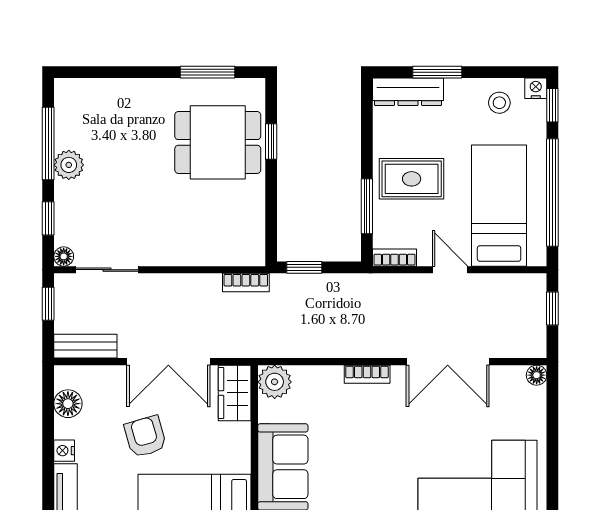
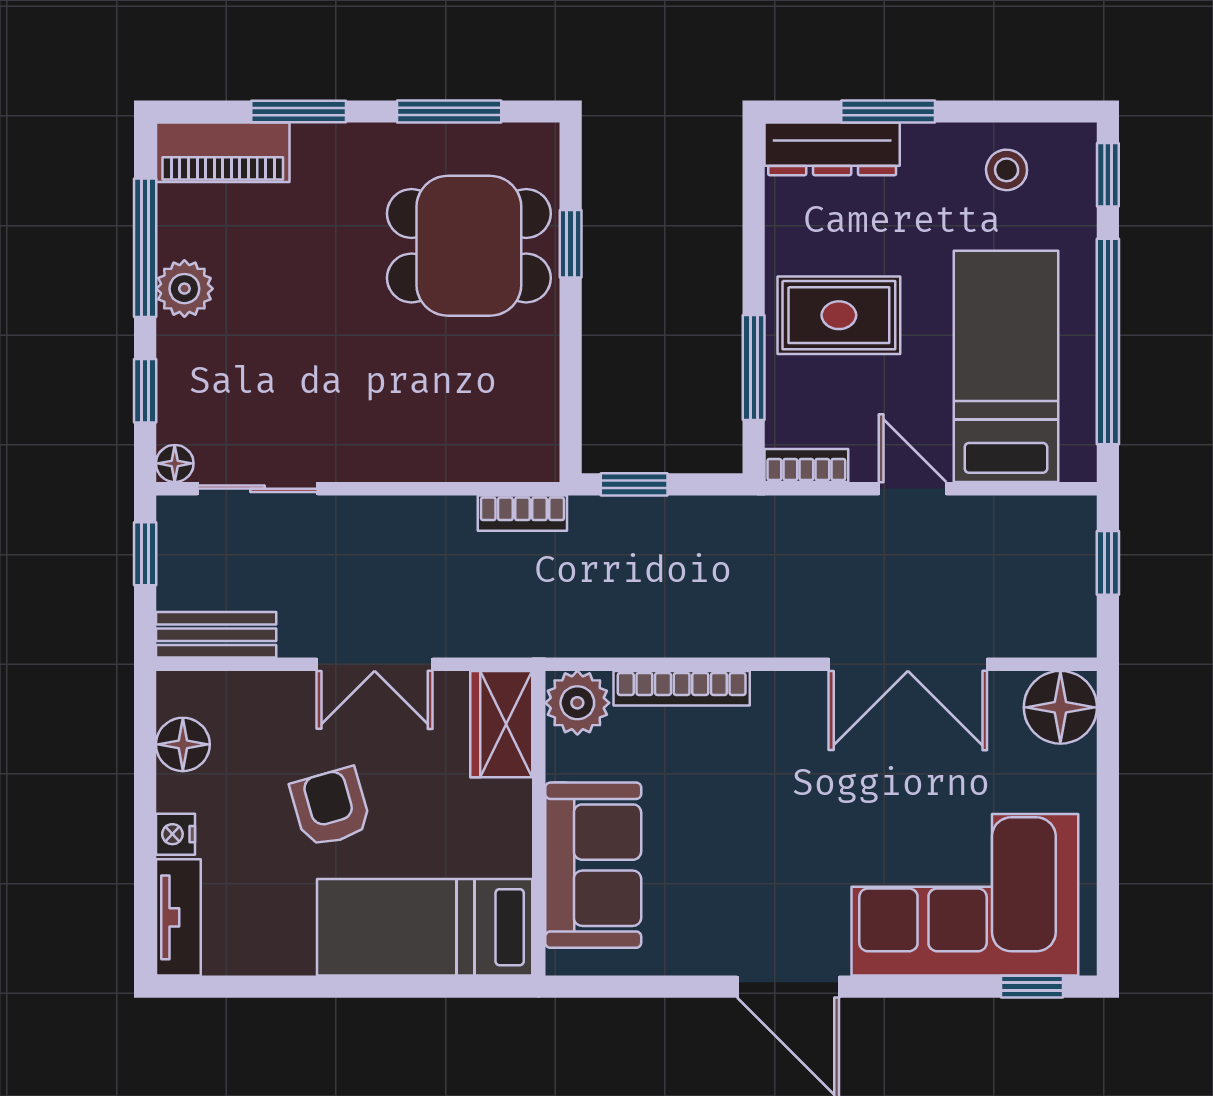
window: (129, 72) -> (299, 112), added
nightstand: (536, 88) -> (1076, 142), removed
piano: (89, 93) -> (223, 152), added
double door: (168, 362) -> (375, 664), width x0.73
bookcase: (367, 374) -> (682, 688), moved, width x1.56
floor lamp: (537, 375) -> (1060, 707), width x1.89, depth x1.89

